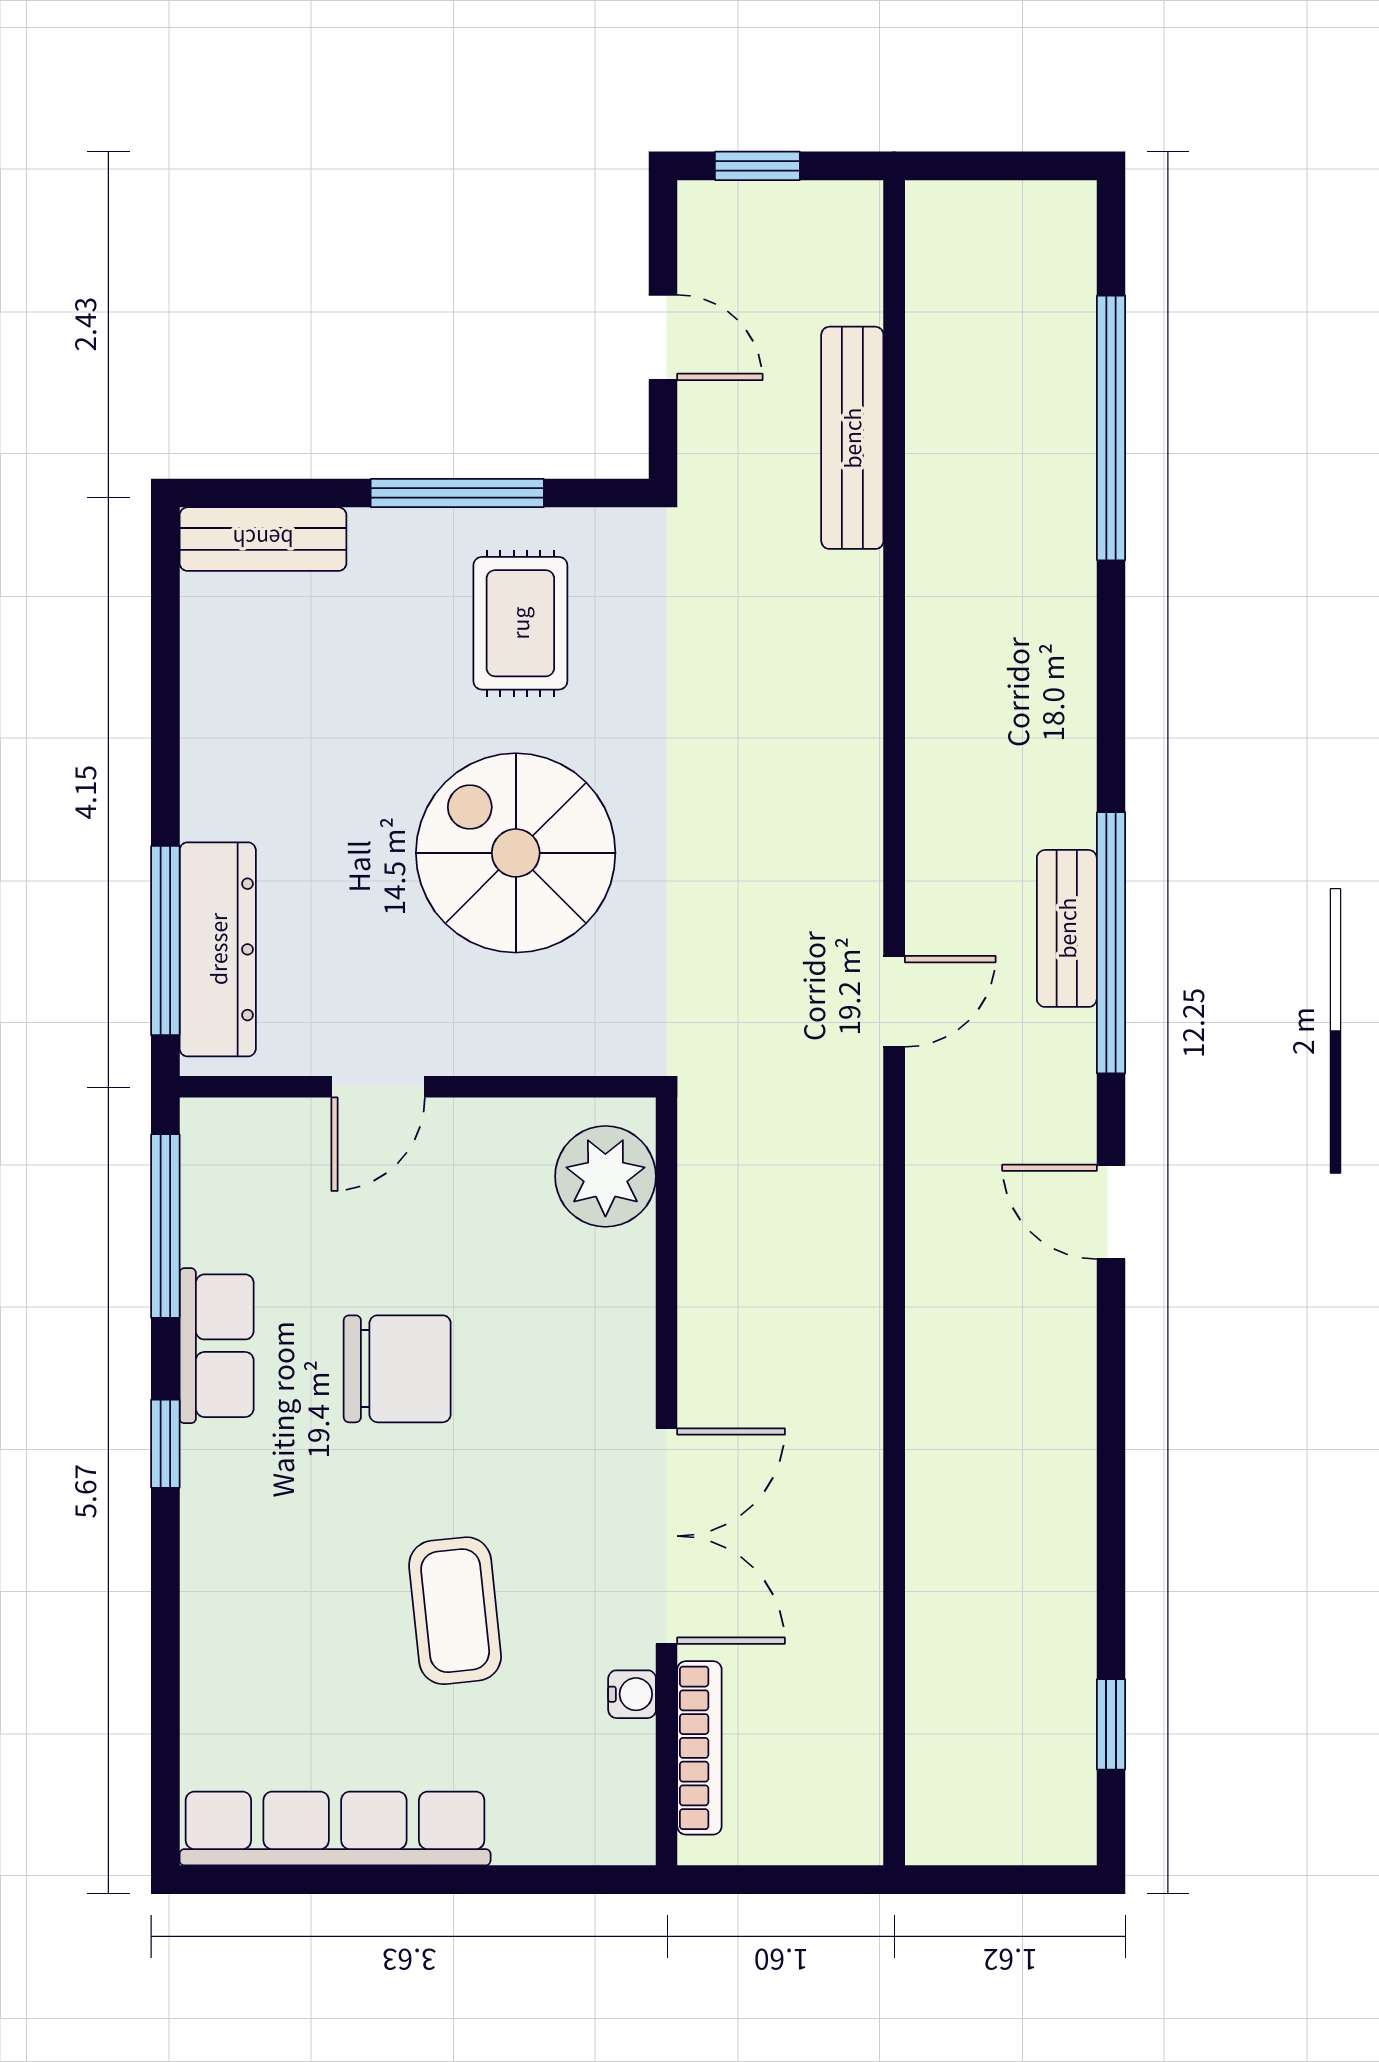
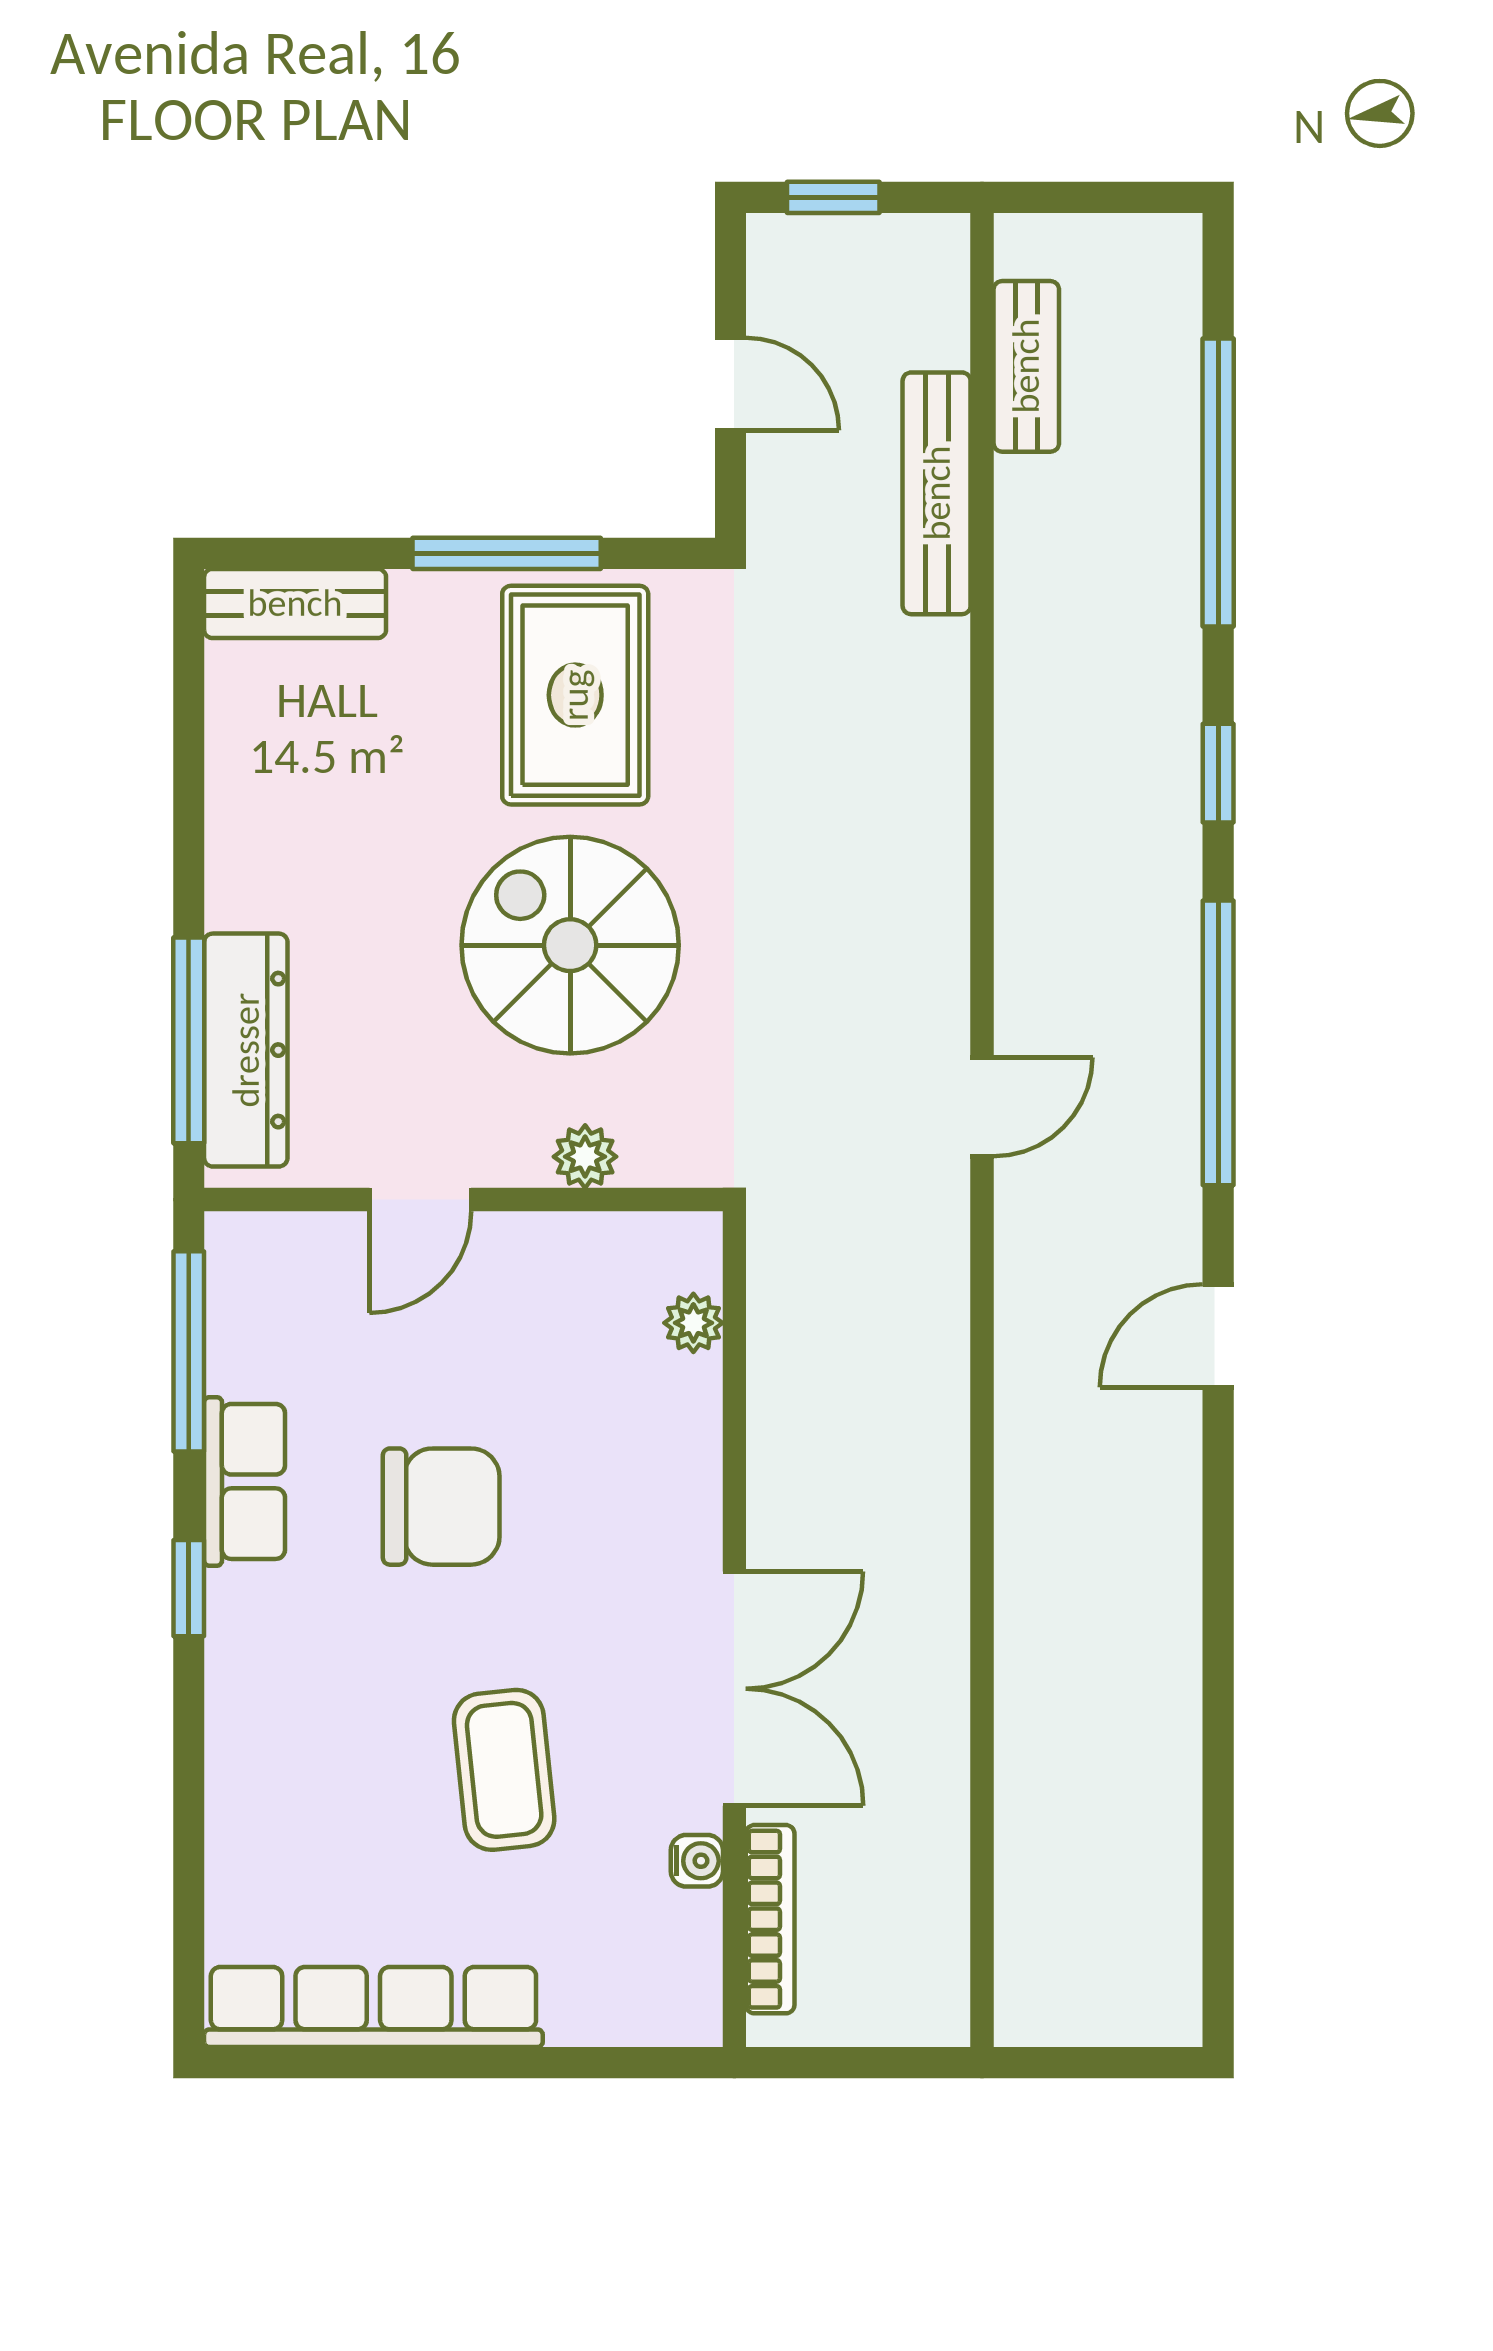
rug: (520, 623) -> (575, 695), width x1.36, depth x1.43
bench: (1067, 928) -> (1026, 366), moved
plant: (529, 1047) -> (585, 1157), added
plant: (605, 1176) -> (693, 1323), width x0.53, depth x0.53
door: (1111, 1212) -> (1218, 1336), hinge flipped
window: (1111, 1724) -> (1218, 773), moved

